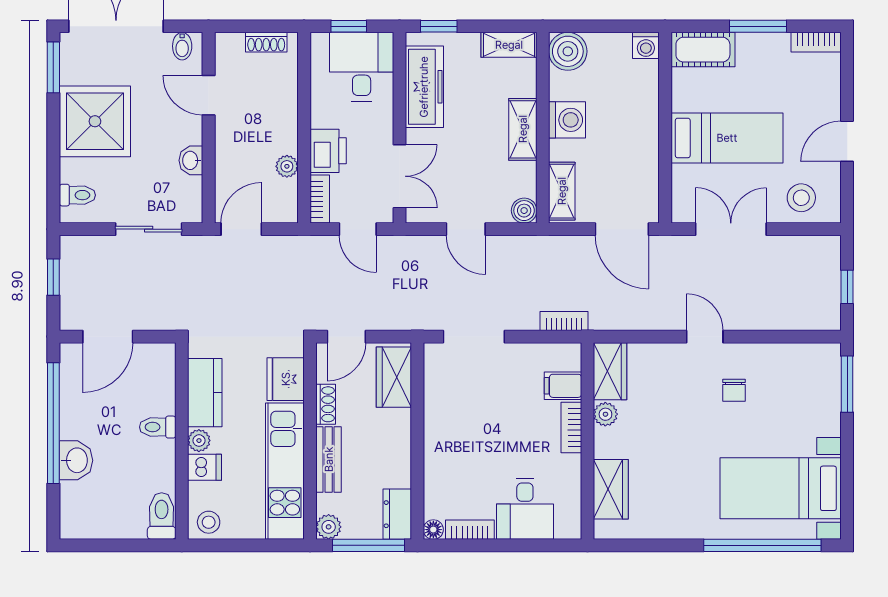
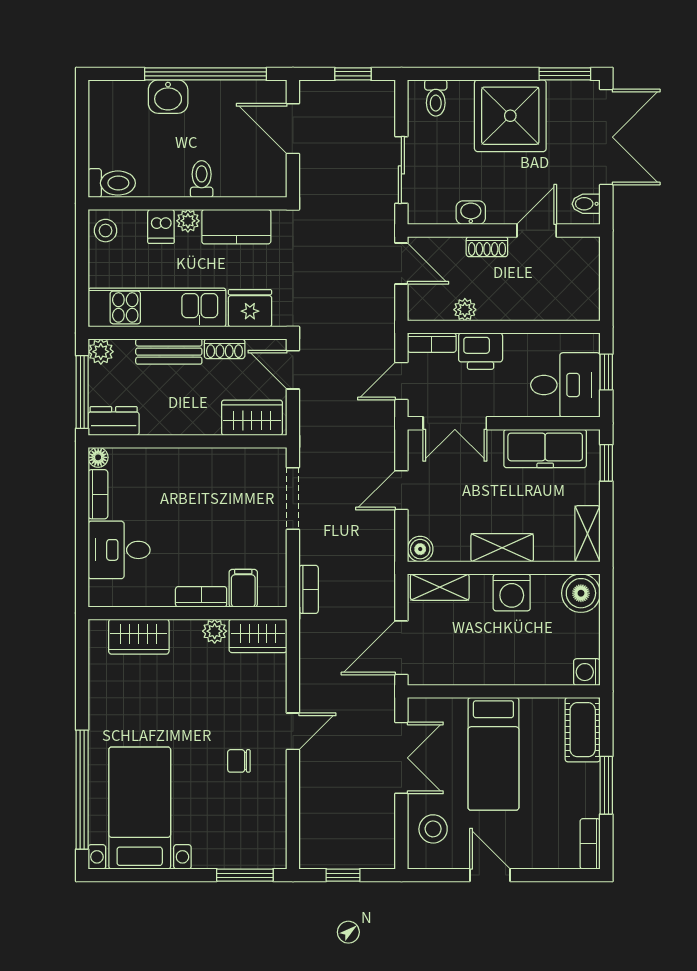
shoe rack: (266, 42) -> (487, 247), moved, turned -90

